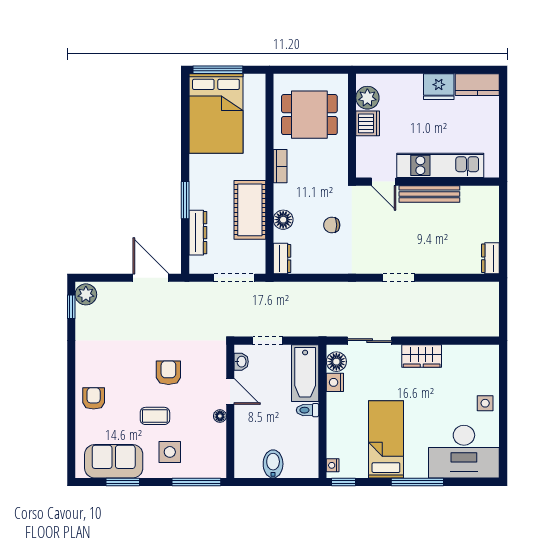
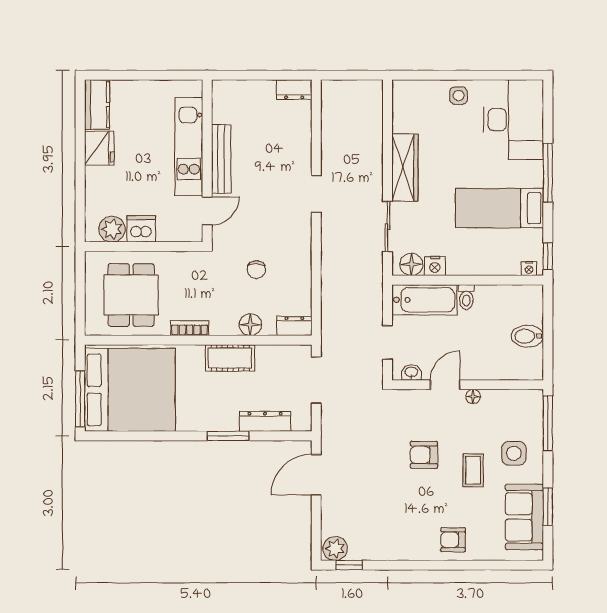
bed: (216, 114) -> (130, 390), width x1.36
cot: (250, 210) -> (230, 358), width x0.73, depth x0.75
wardrobe: (422, 356) -> (405, 168), width x1.50

